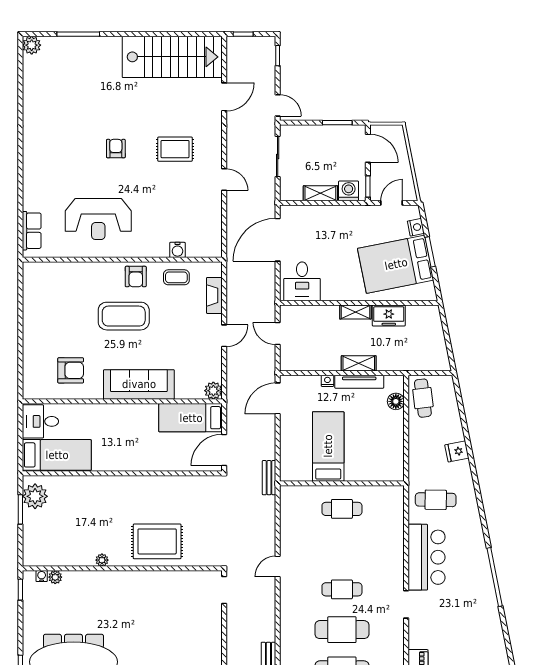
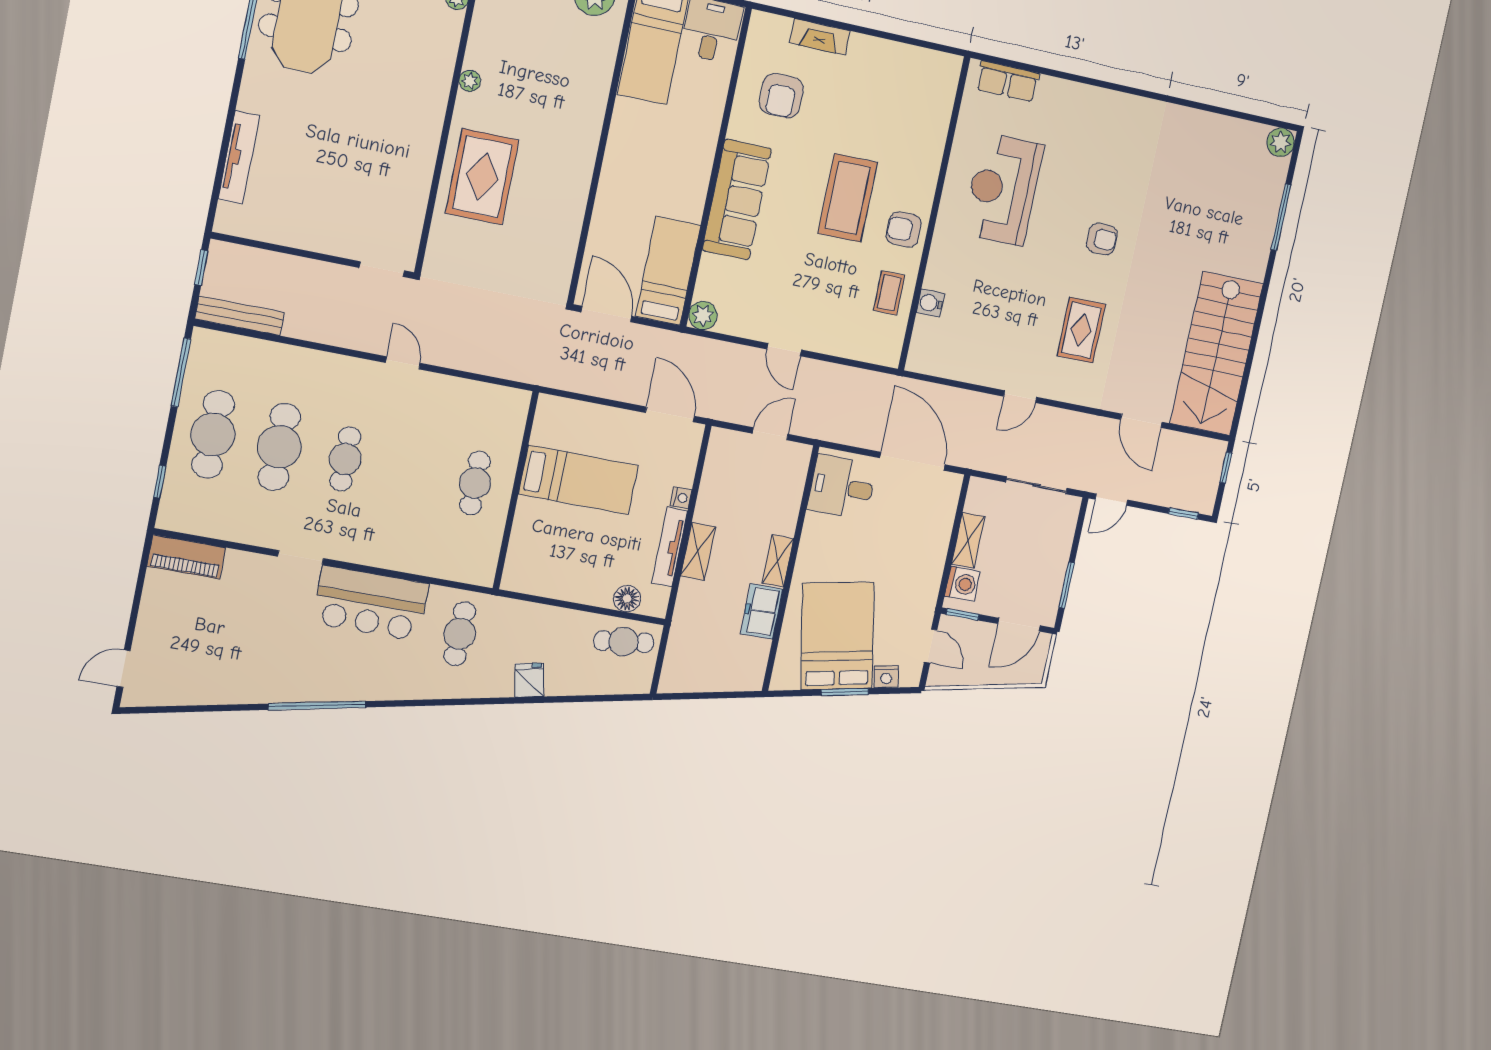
fireplace: (214, 295) -> (820, 37), moved, turned 180
bench: (269, 478) -> (548, 377), removed

